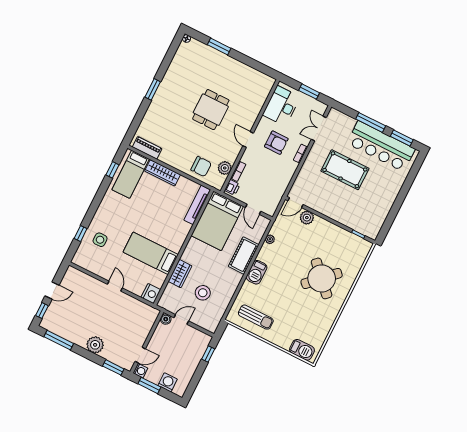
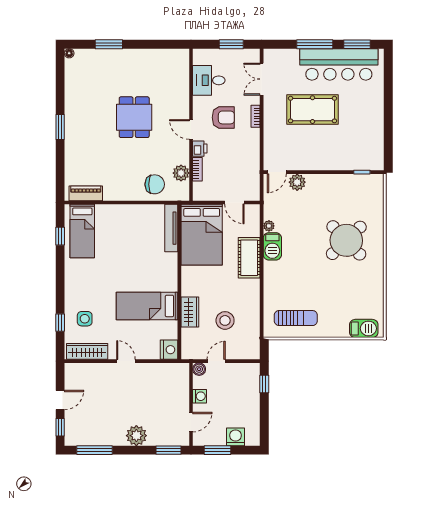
desk: (281, 106) -> (209, 80), width x0.73
wardrobe: (162, 173) -> (87, 351), moved, turned 180
printer: (232, 187) -> (200, 149), moved
barbecue: (257, 272) -> (272, 246), moved
washing machine: (140, 371) -> (200, 396), moved

